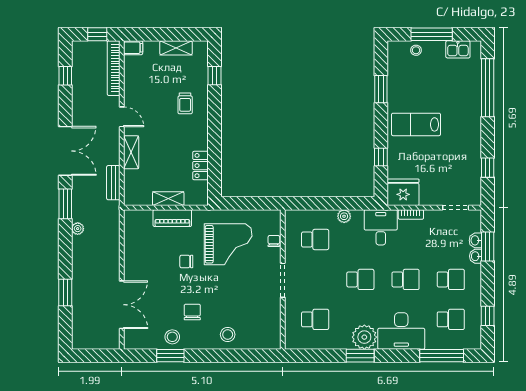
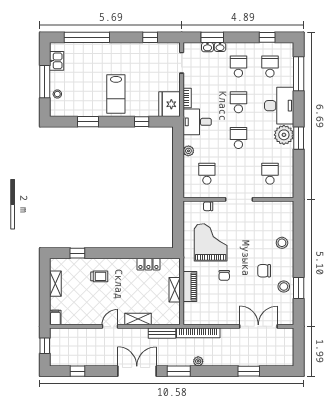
bookcase: (114, 68) -> (198, 333), moved

